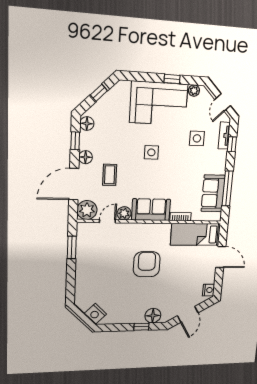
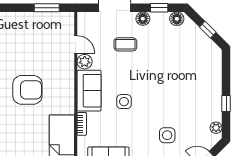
corner sofa: (159, 103) -> (201, 91), removed
side table: (151, 152) -> (124, 102), moved
plant: (87, 210) -> (88, 22), removed

